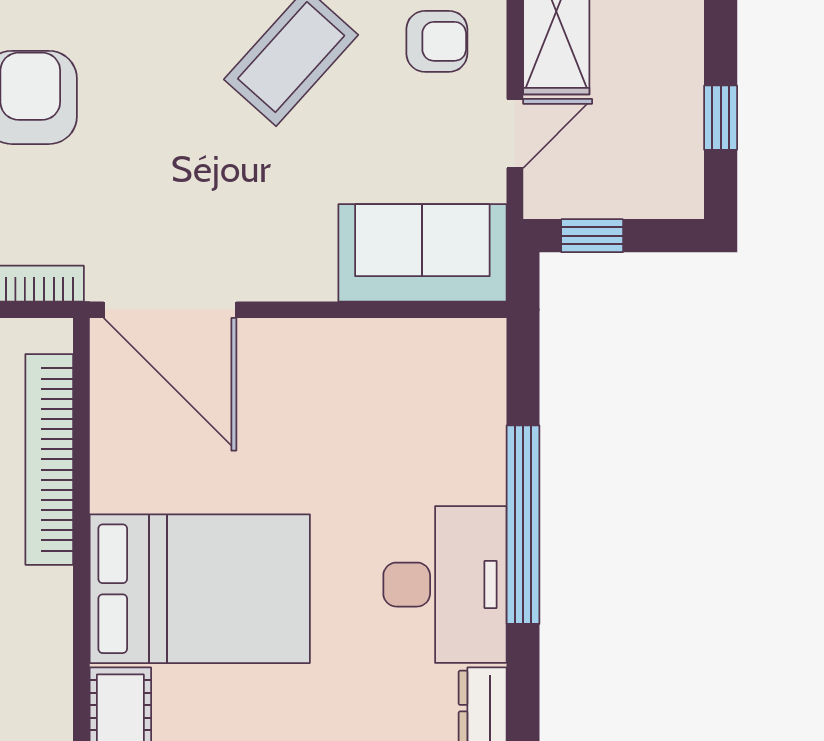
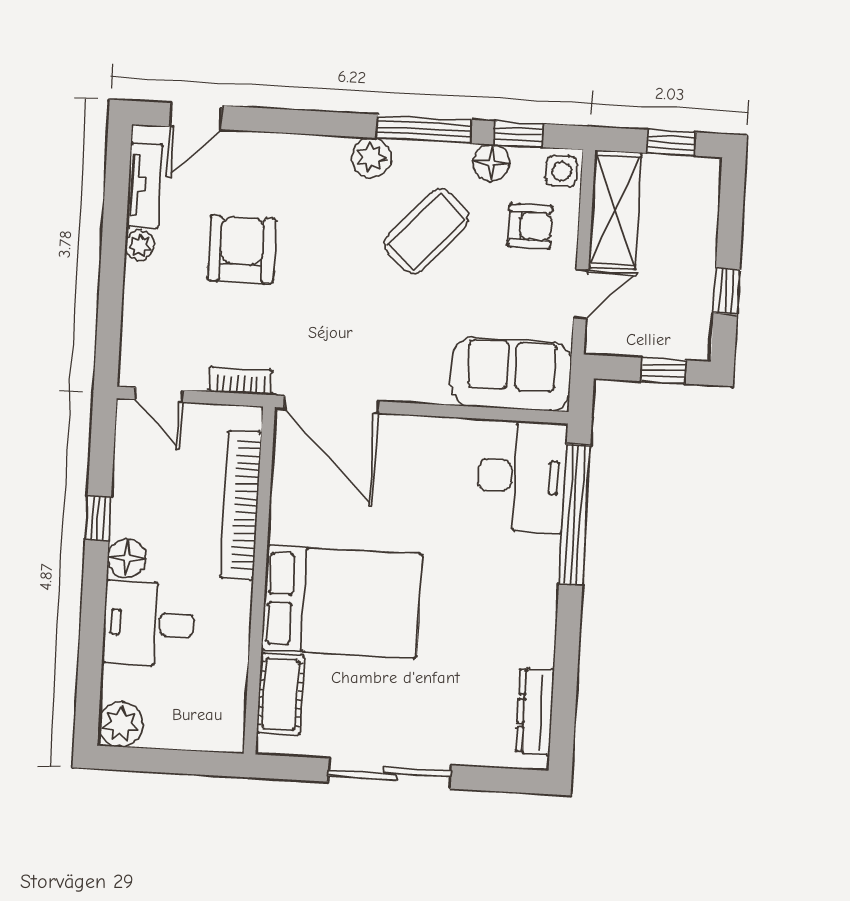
window: (592, 236) -> (664, 371), moved
window: (523, 525) -> (575, 515), moved
desk: (445, 585) -> (522, 476), moved

